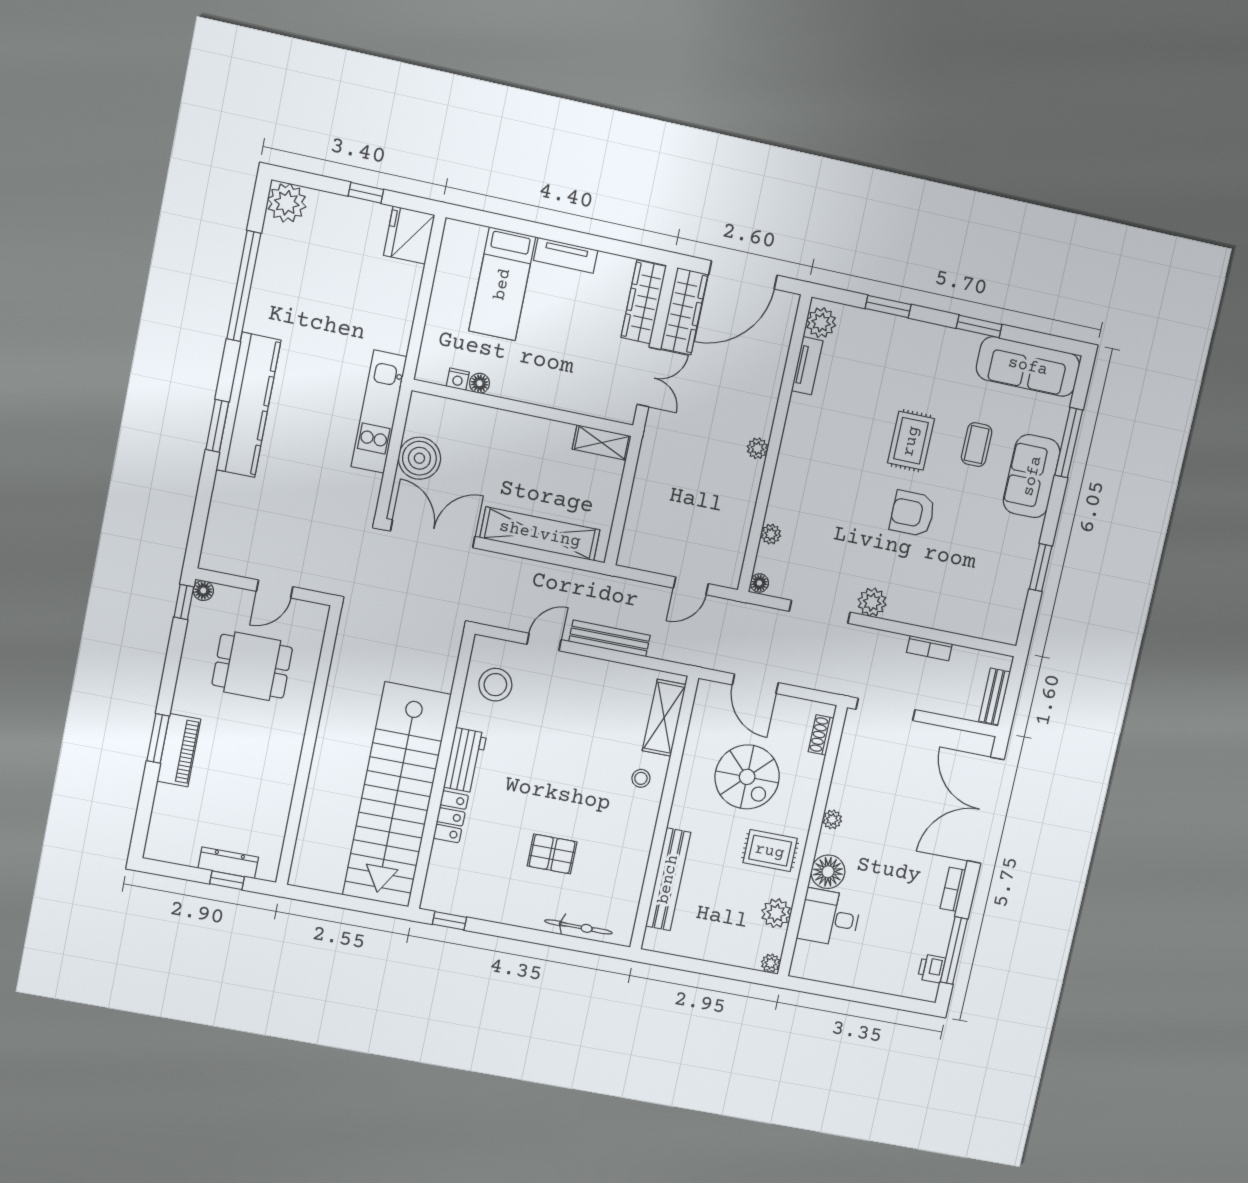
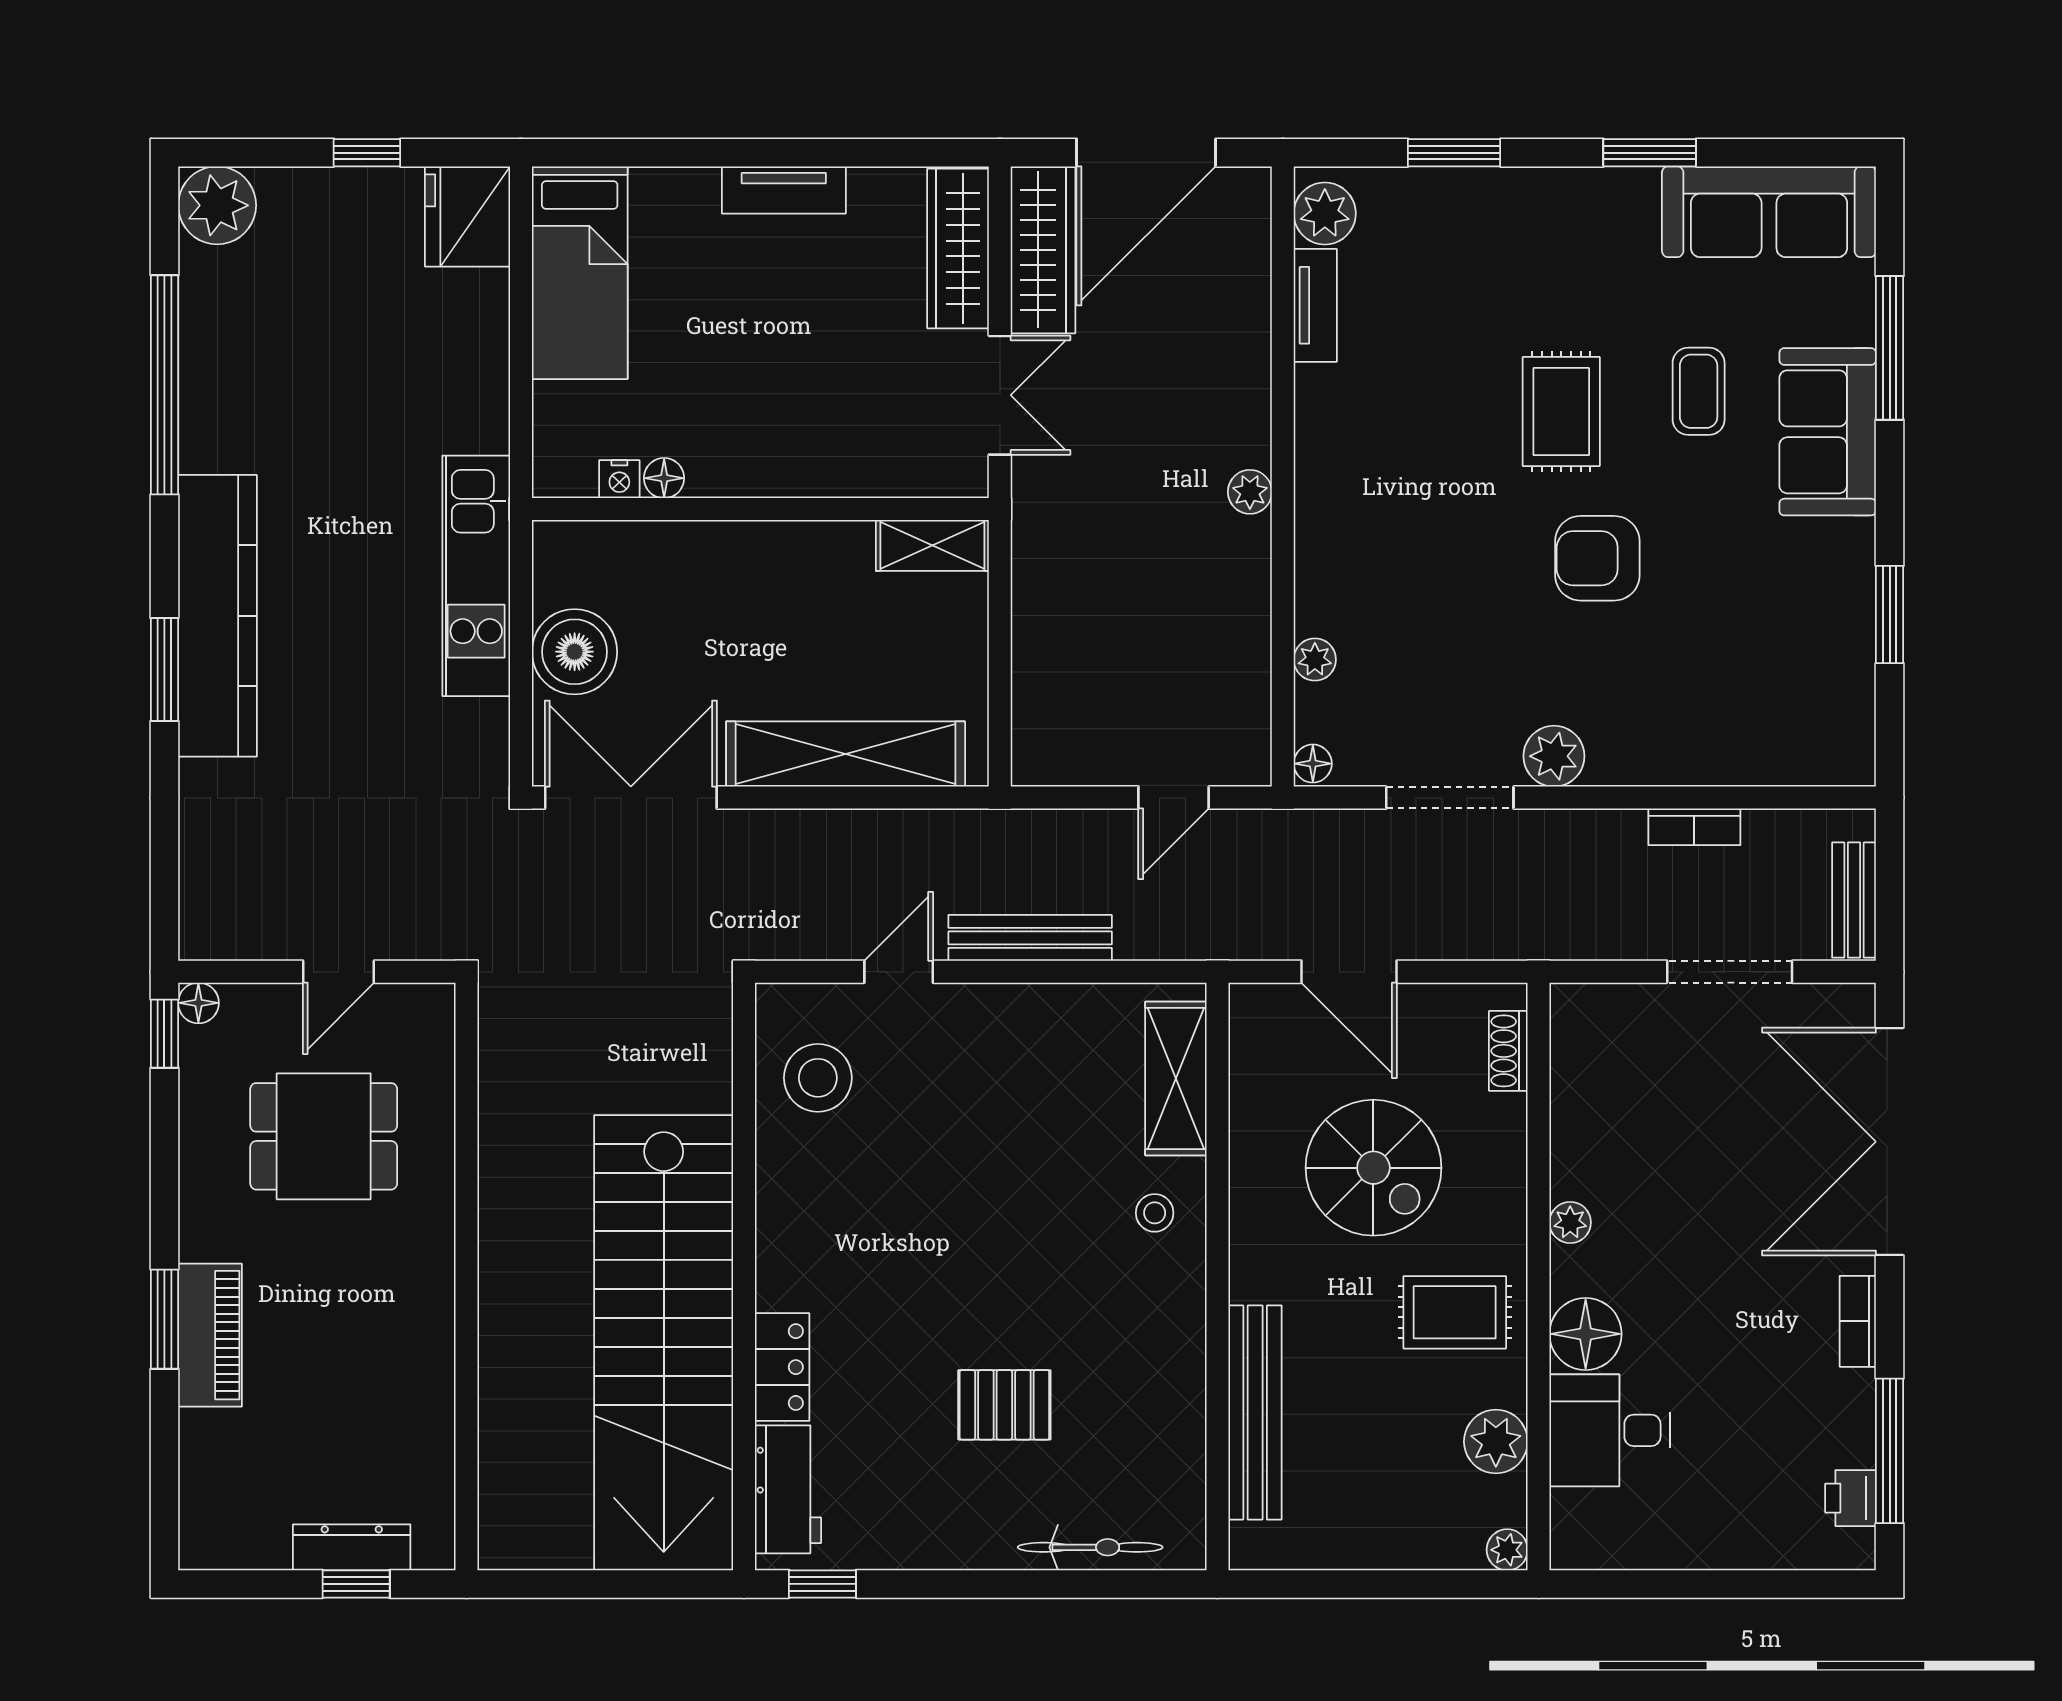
bed: (502, 284) -> (580, 273), moved
doorway: (886, 709) -> (1730, 972), moved
workbench: (465, 760) -> (788, 1489), moved

